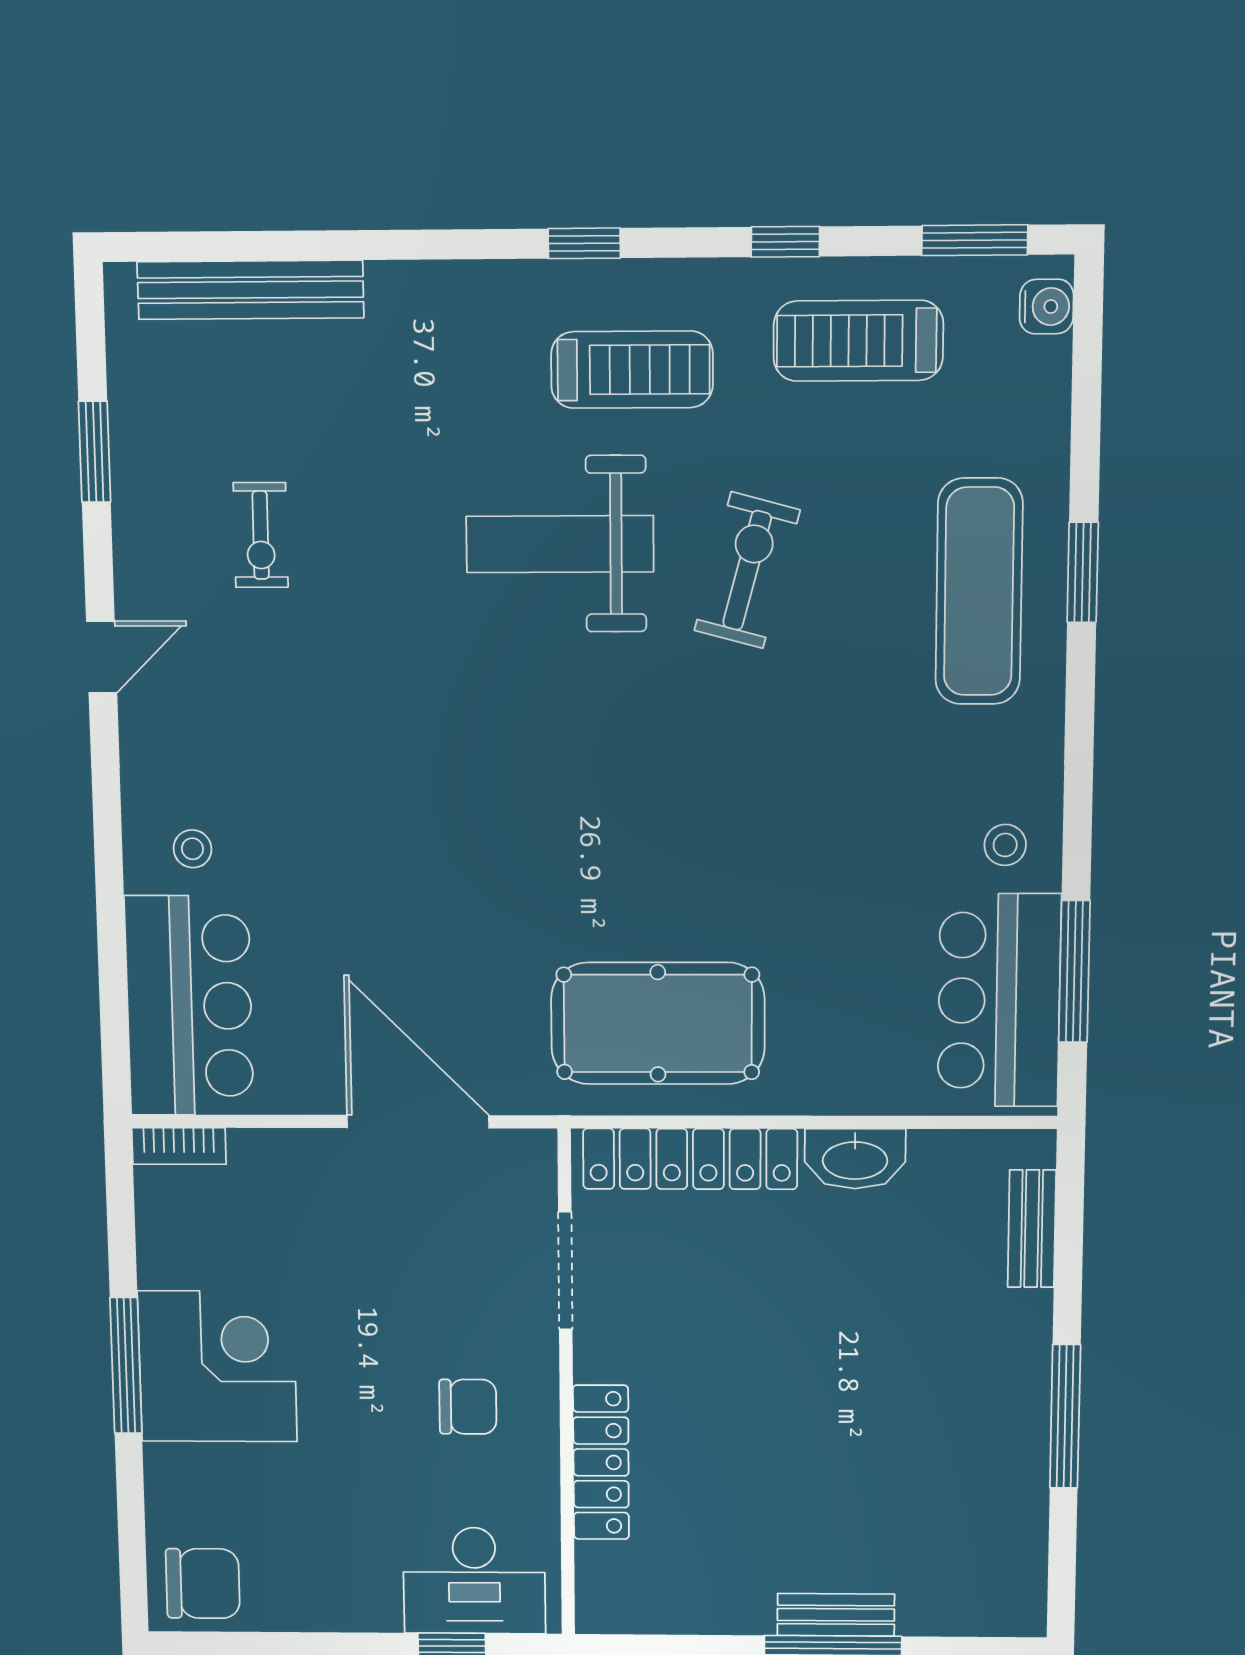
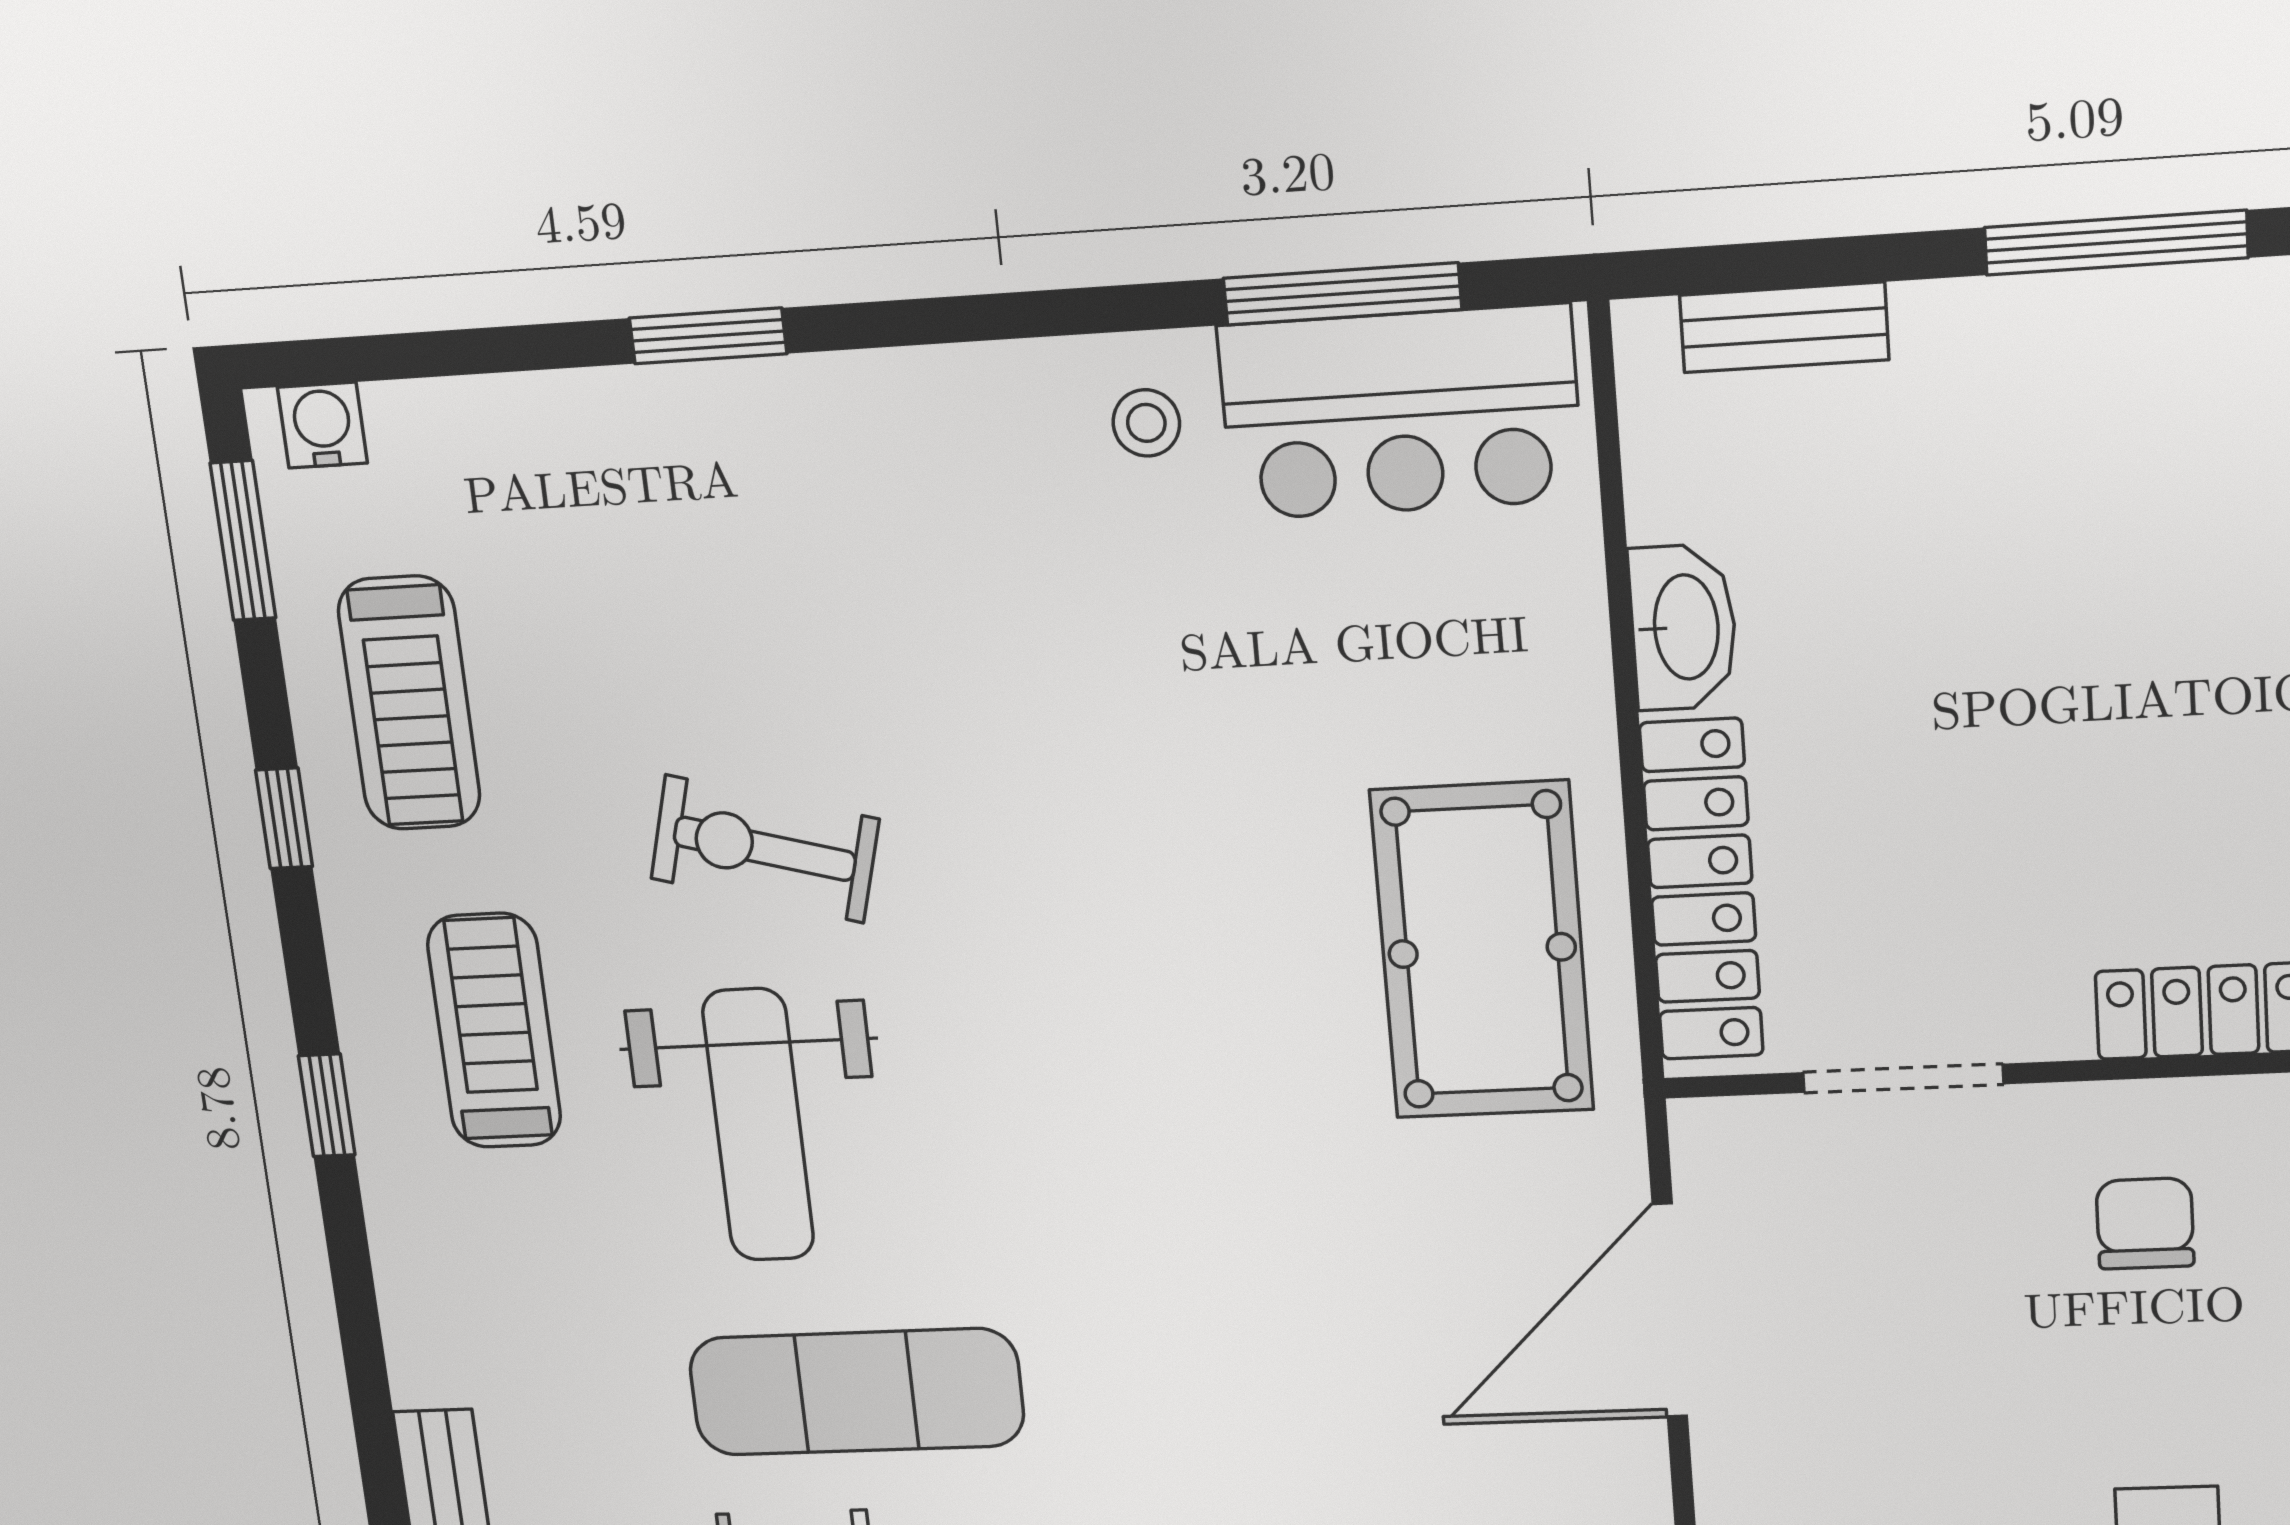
exercise mat: (979, 592) -> (856, 1392), moved

